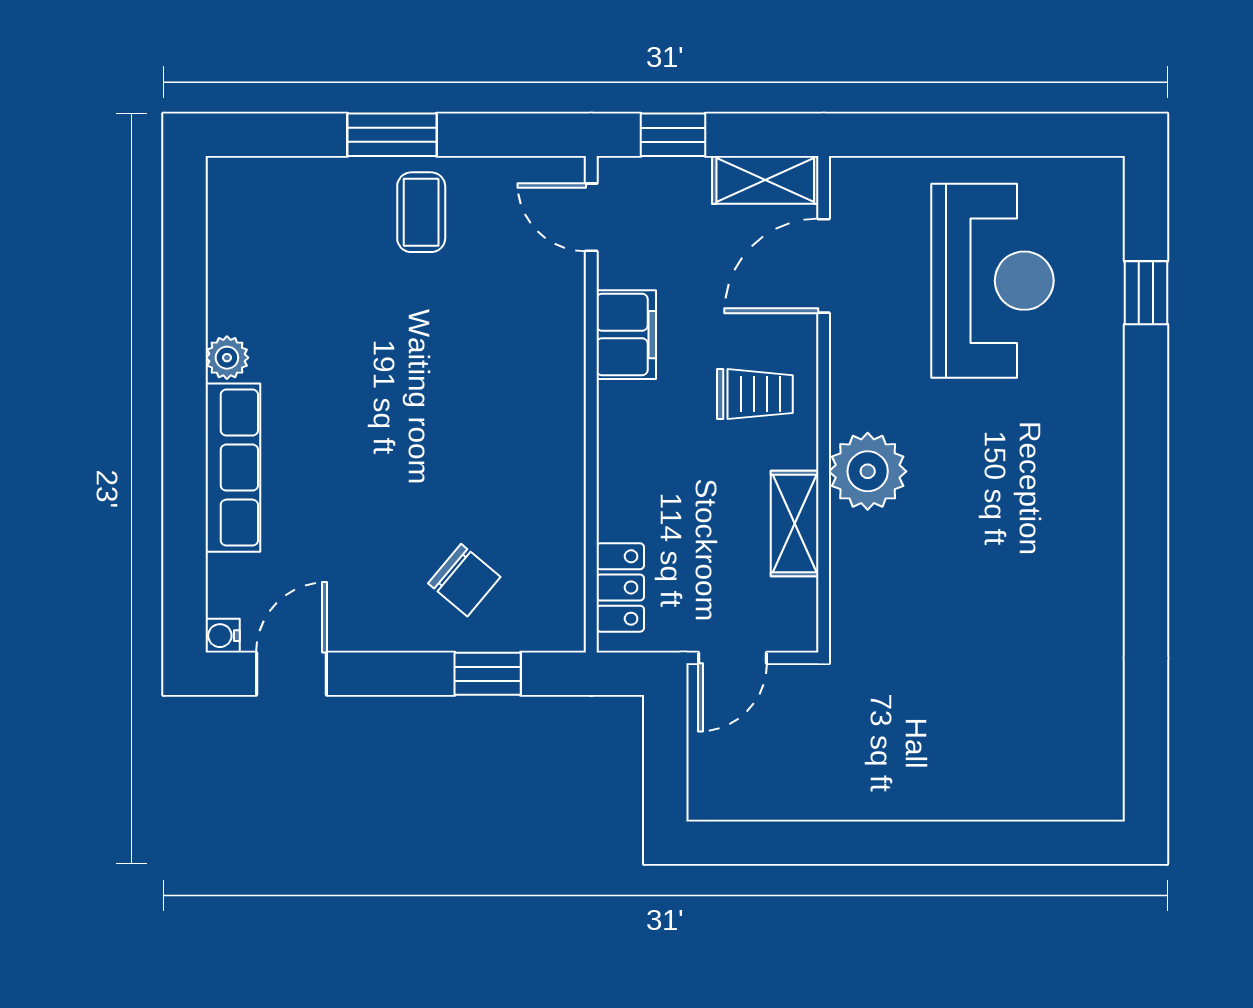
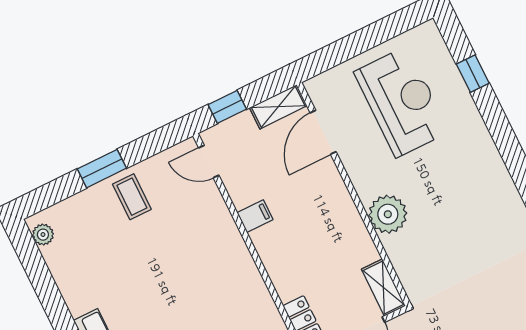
filing cabinet: (626, 335) -> (255, 216), width x0.50
plant: (227, 358) -> (43, 235), moved
trolley: (755, 394) -> (321, 205), removed
shelving: (795, 523) -> (383, 288), moved

